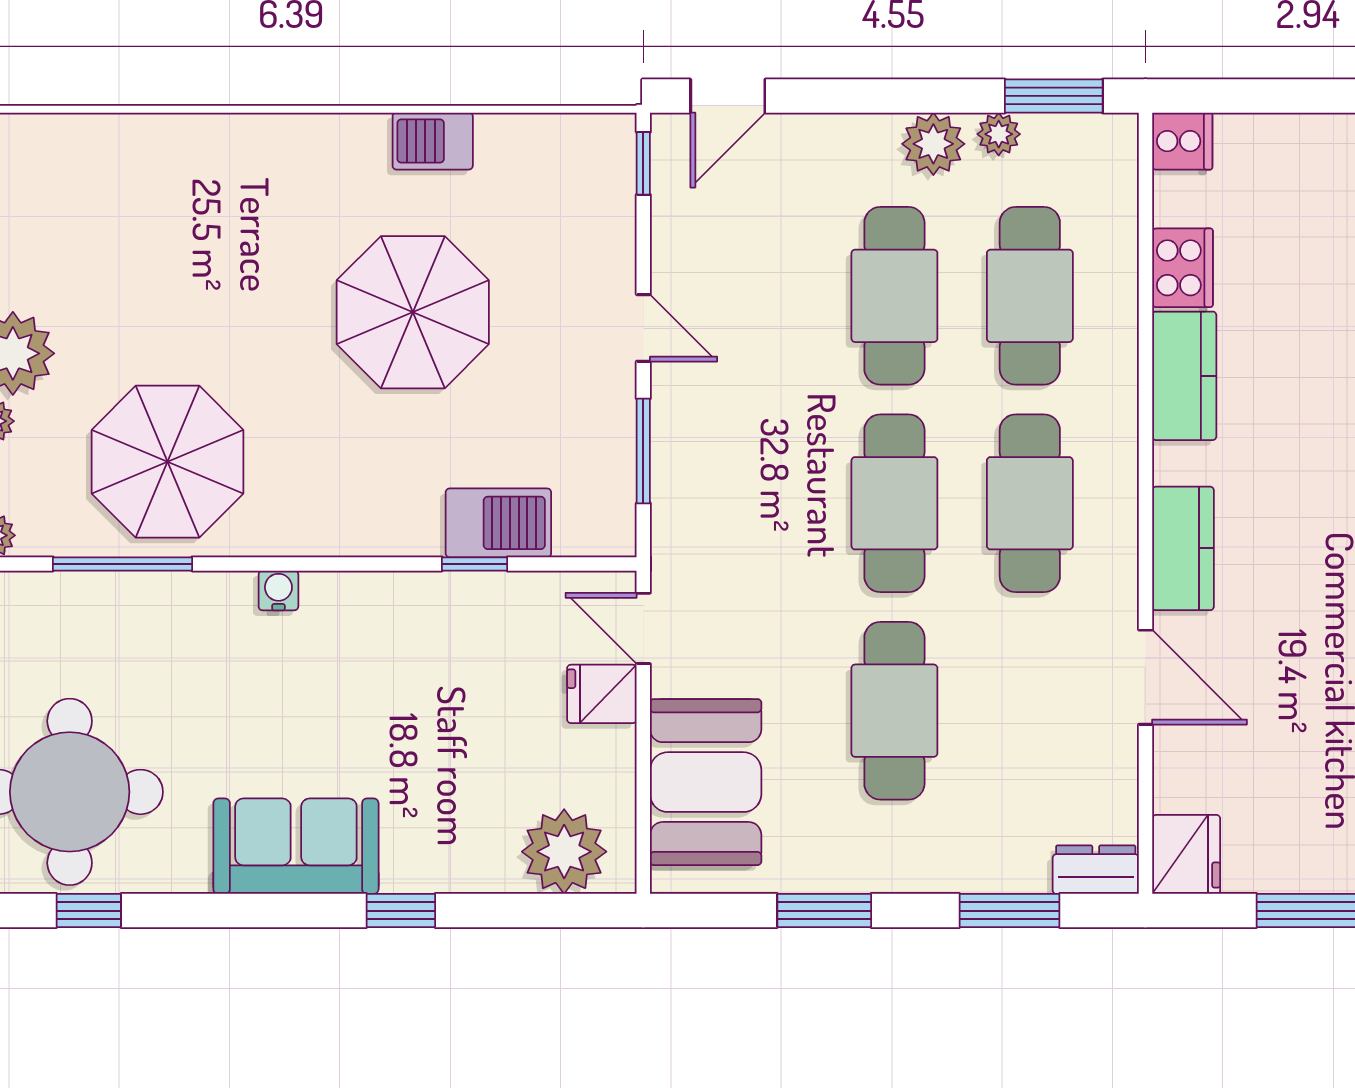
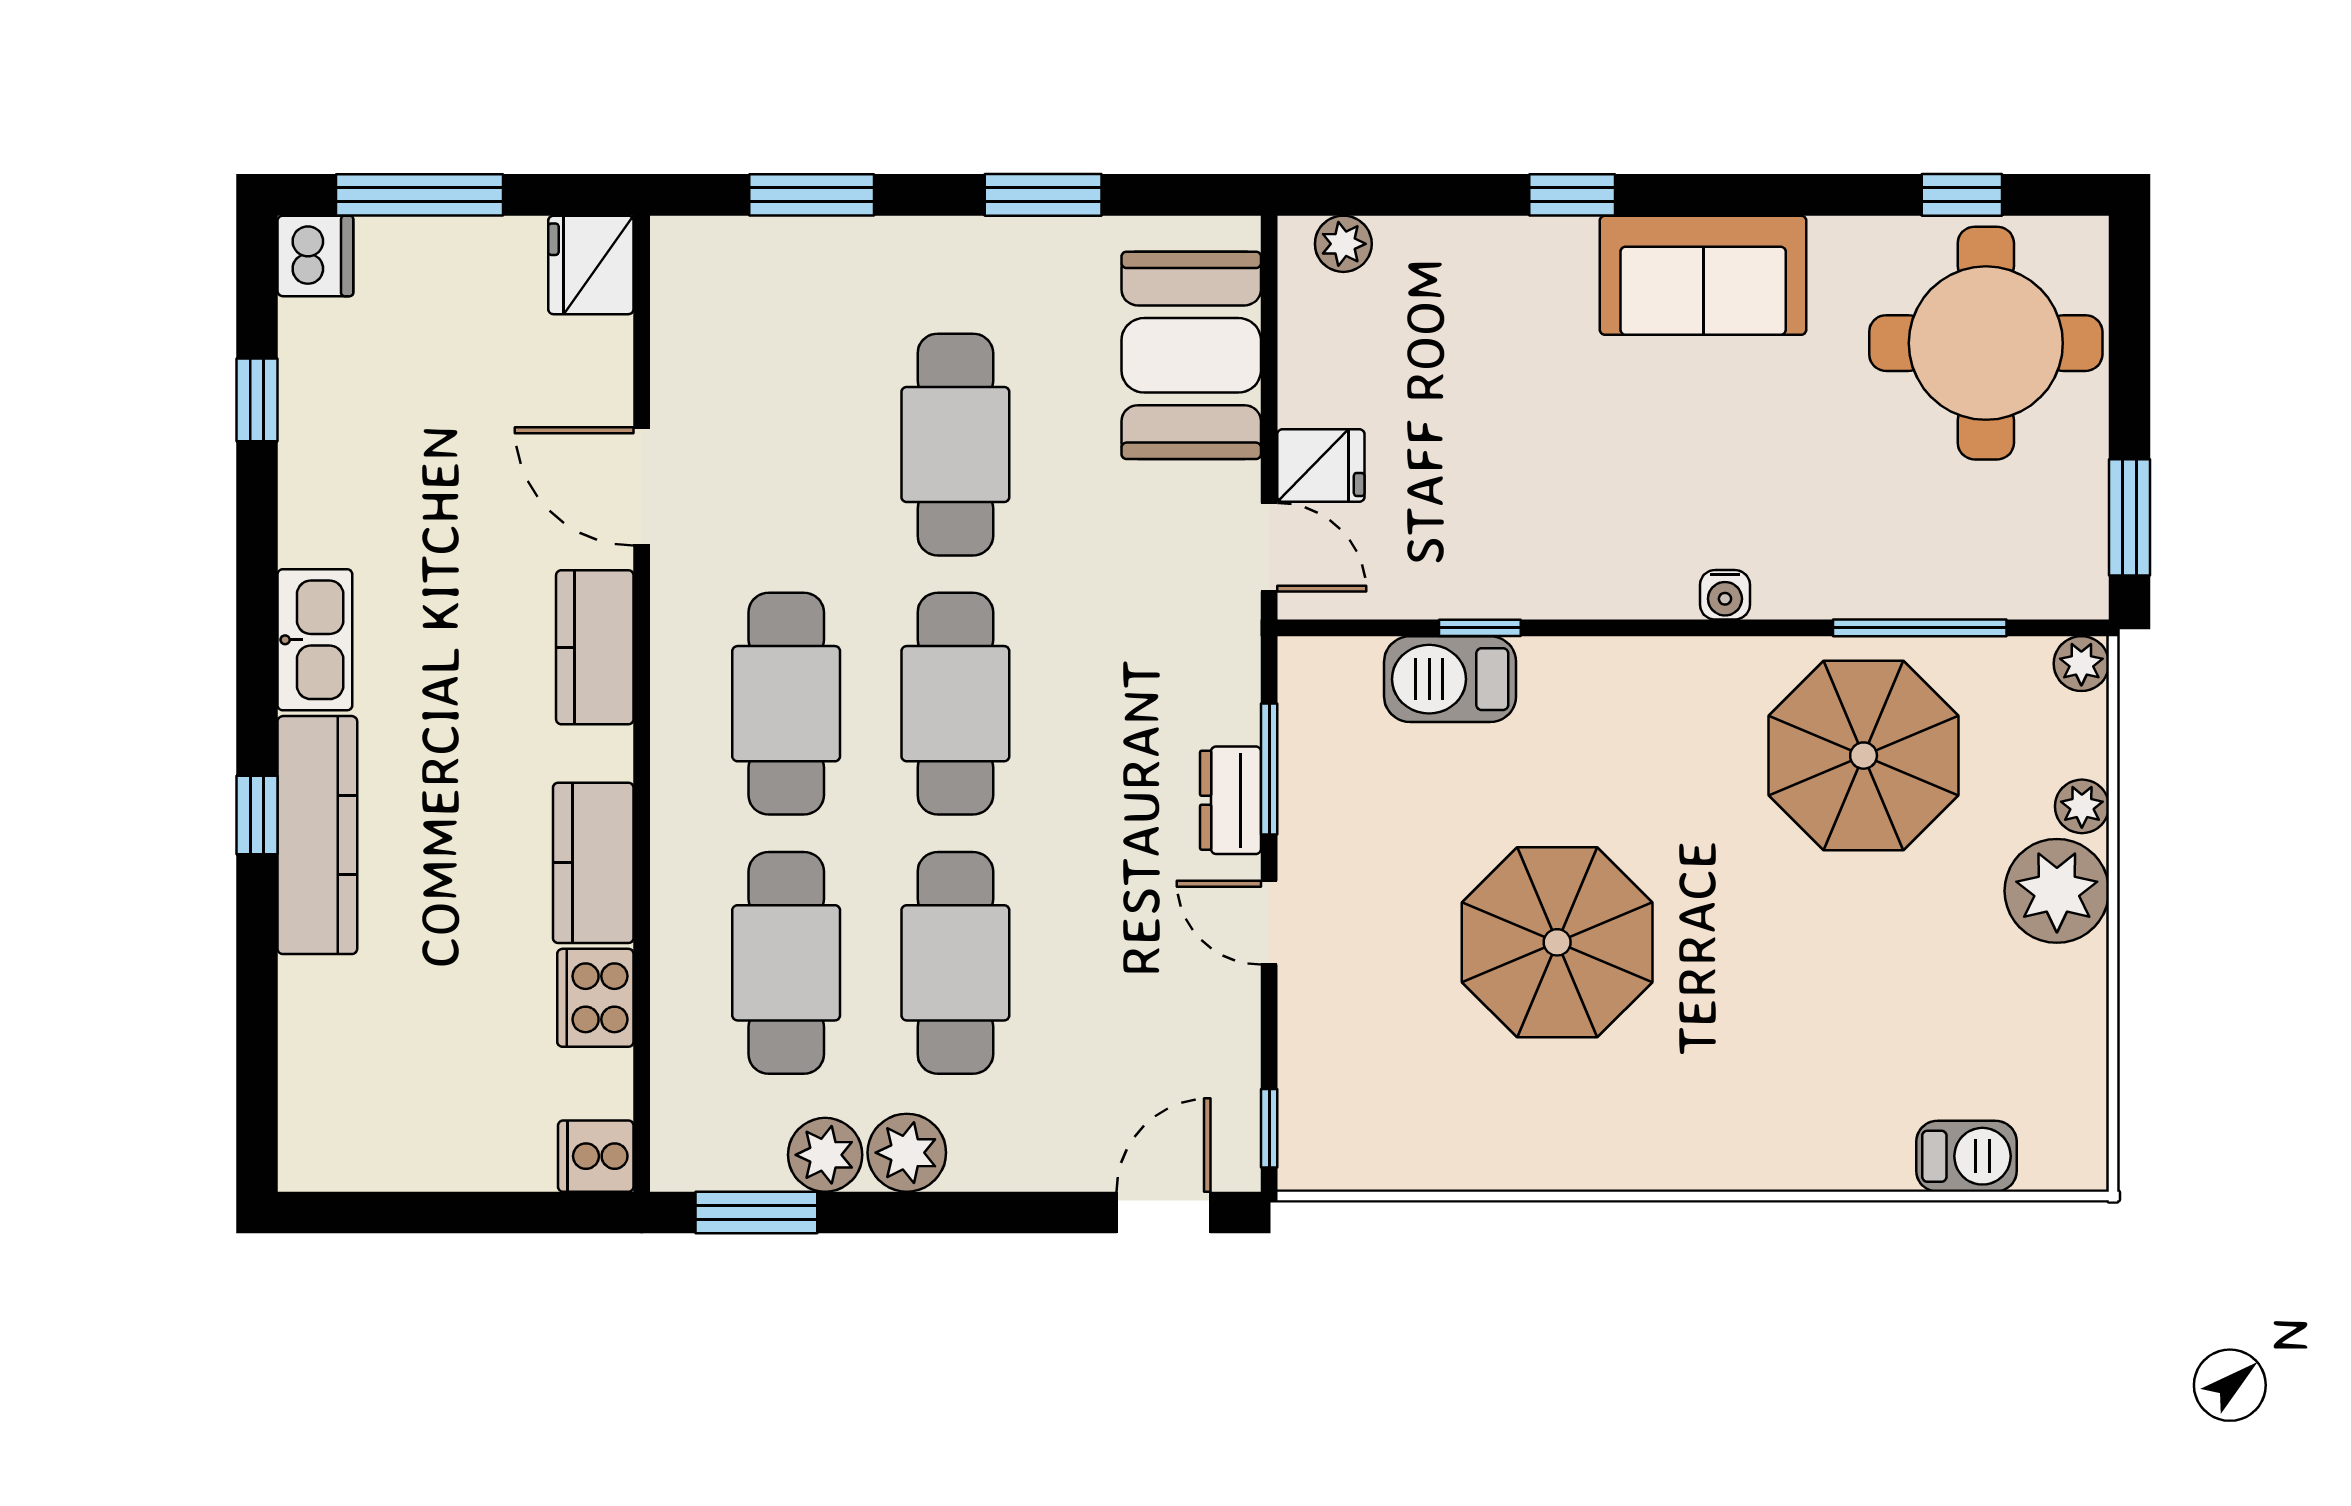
plant: (999, 134) -> (825, 1155), width x1.38, depth x1.38
barbecue: (433, 141) -> (1966, 1156), moved
plant: (564, 852) -> (1343, 244), width x0.53, depth x0.53
dresser: (1096, 870) -> (1231, 800), moved, turned 90

